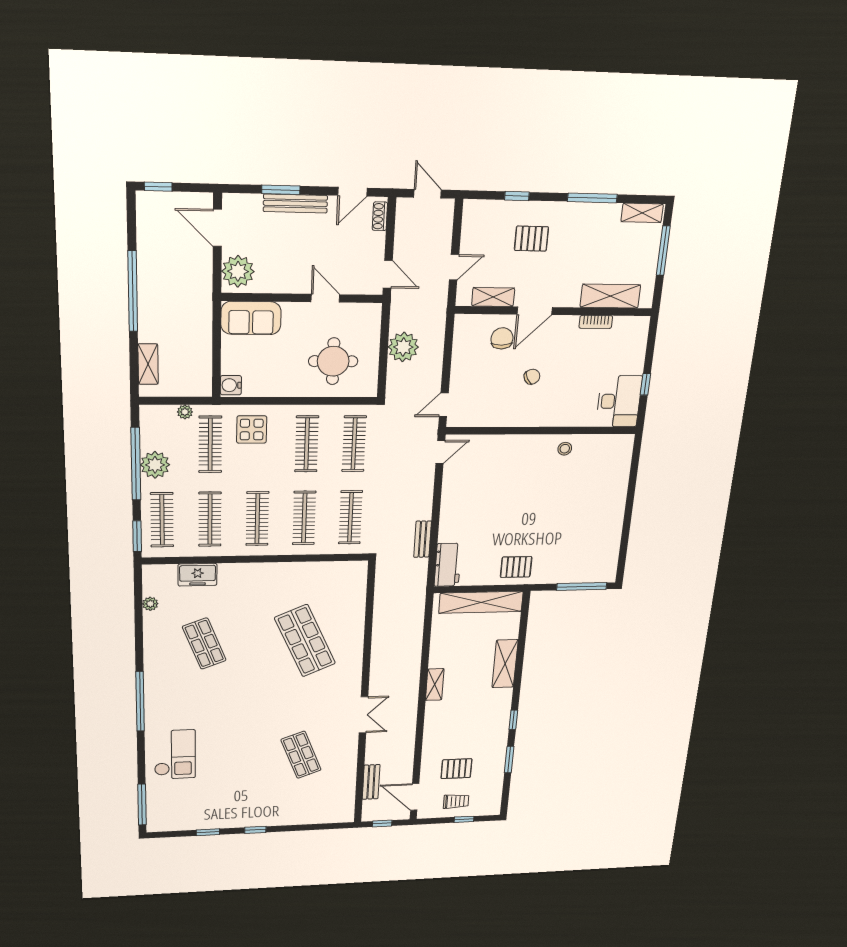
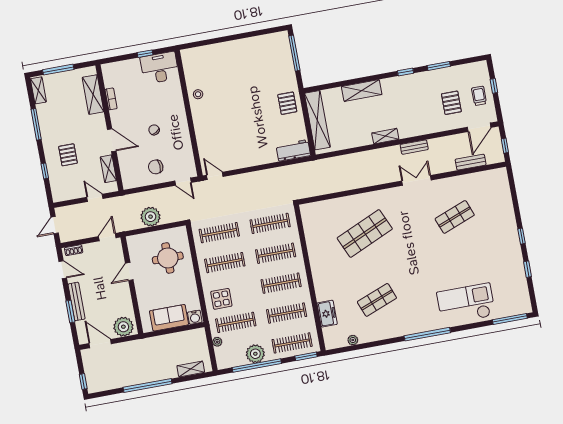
door: (217, 228) -> (100, 344), swing flipped
sofa: (251, 318) -> (169, 318), moved, turned -90
chair: (502, 338) -> (156, 167), moved
bench: (423, 539) -> (414, 147), moved
checkout: (175, 755) -> (466, 304), width x1.36, depth x1.21

